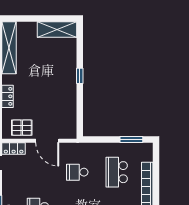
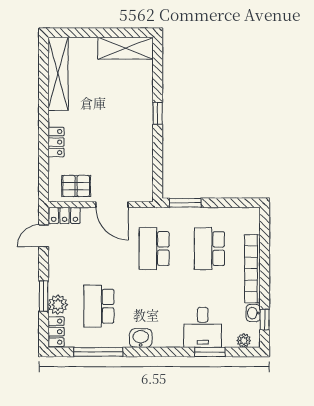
window: (131, 140) -> (185, 203), moved
school desk: (77, 172) -> (154, 249), width x1.85

